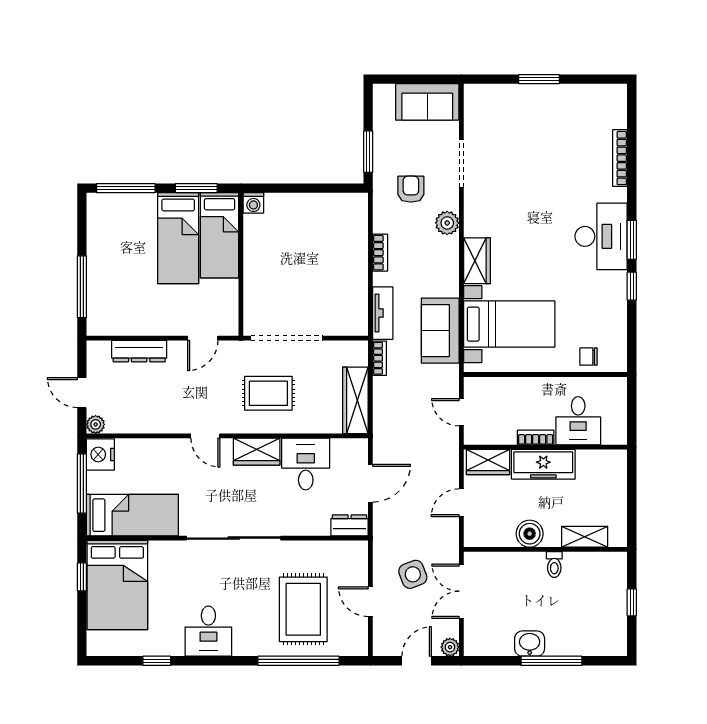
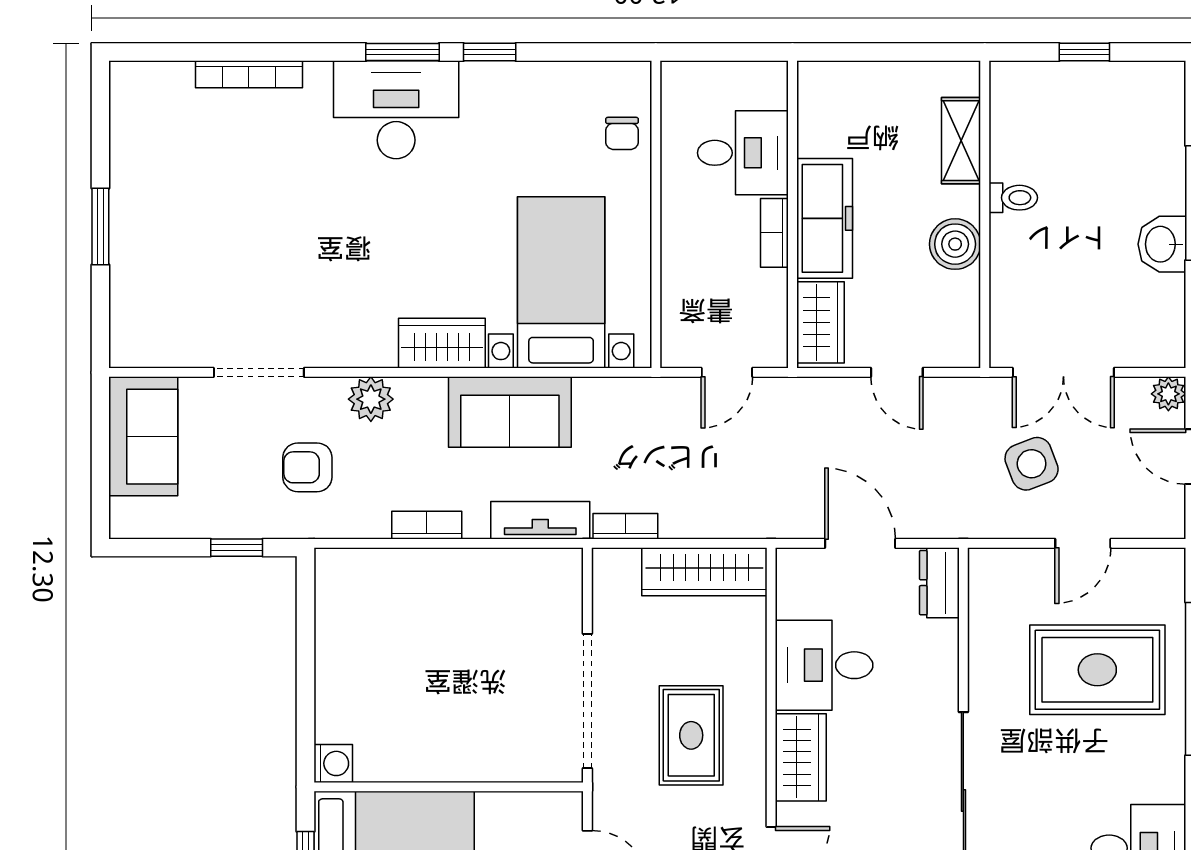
window: (368, 152) -> (237, 548), width x0.67
sofa: (440, 331) -> (510, 412), moved

